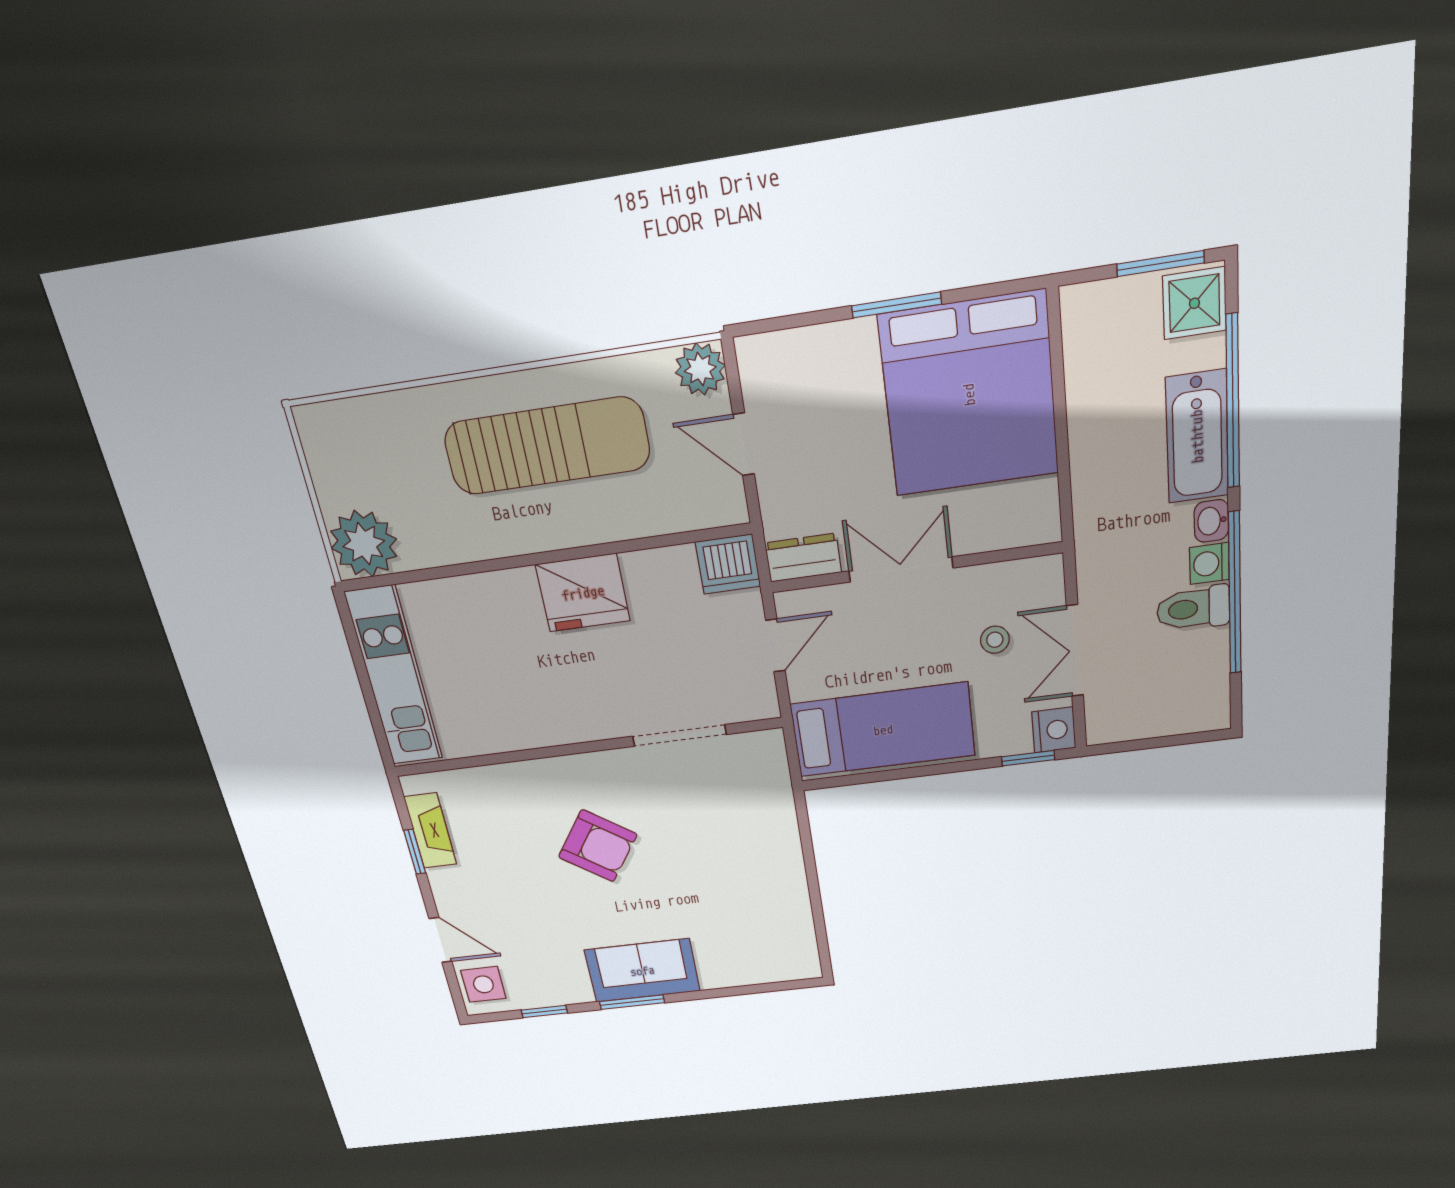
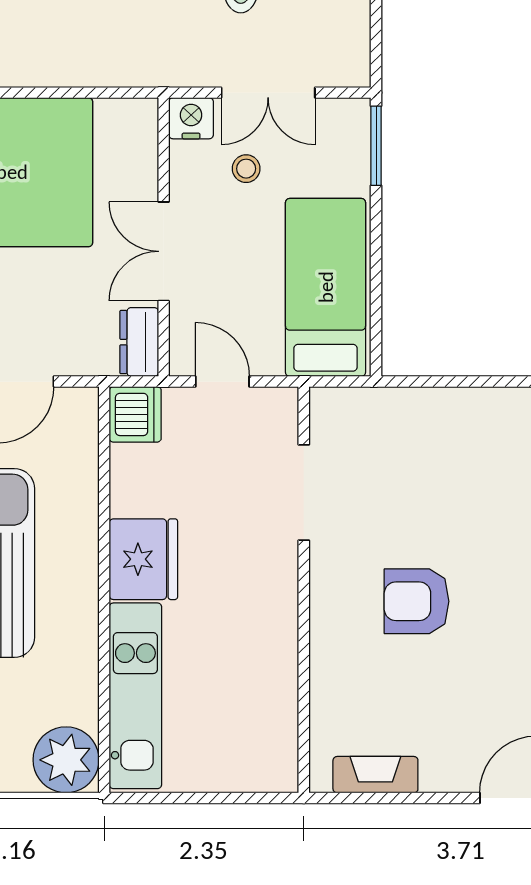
kitchen unit: (394, 677) -> (135, 696), moved, turned 90
nightstand: (1054, 730) -> (191, 118), moved
window: (1028, 758) -> (376, 146), width x1.50
armchair: (598, 846) -> (417, 601), turned -125
window: (415, 852) -> (398, 798), removed

